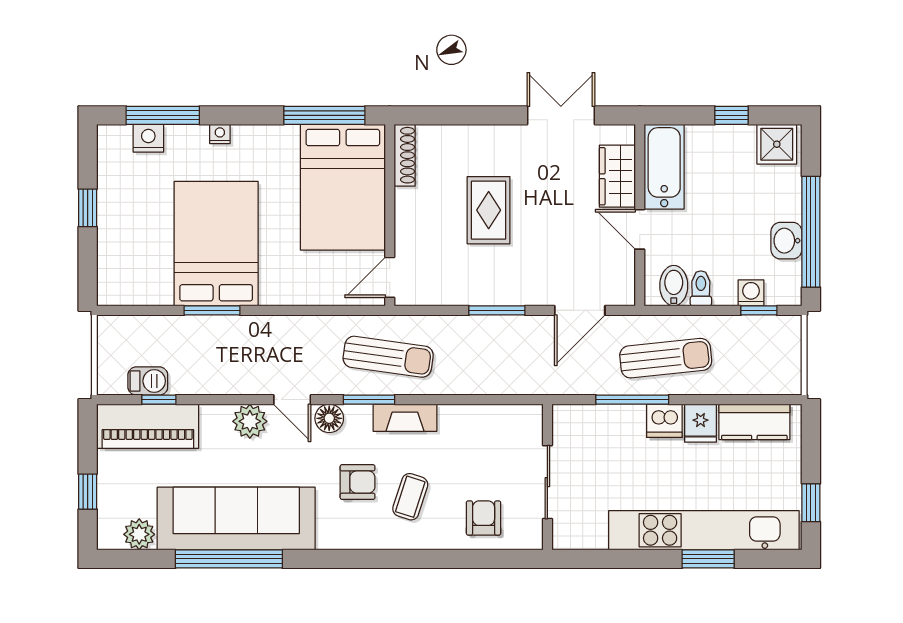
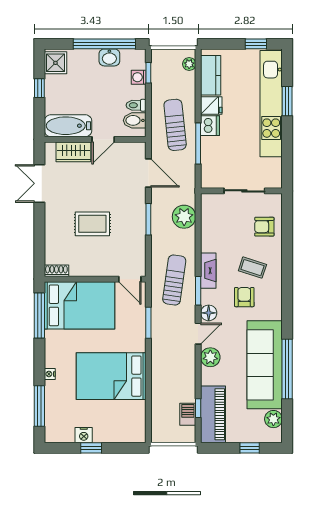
nightstand: (148, 138) -> (84, 435), moved, turned -90
shoe rack: (405, 155) -> (56, 271), width x0.70
window: (212, 310) -> (148, 323), moved
plant: (501, 374) -> (184, 217), added
plant: (775, 383) -> (189, 64), added

